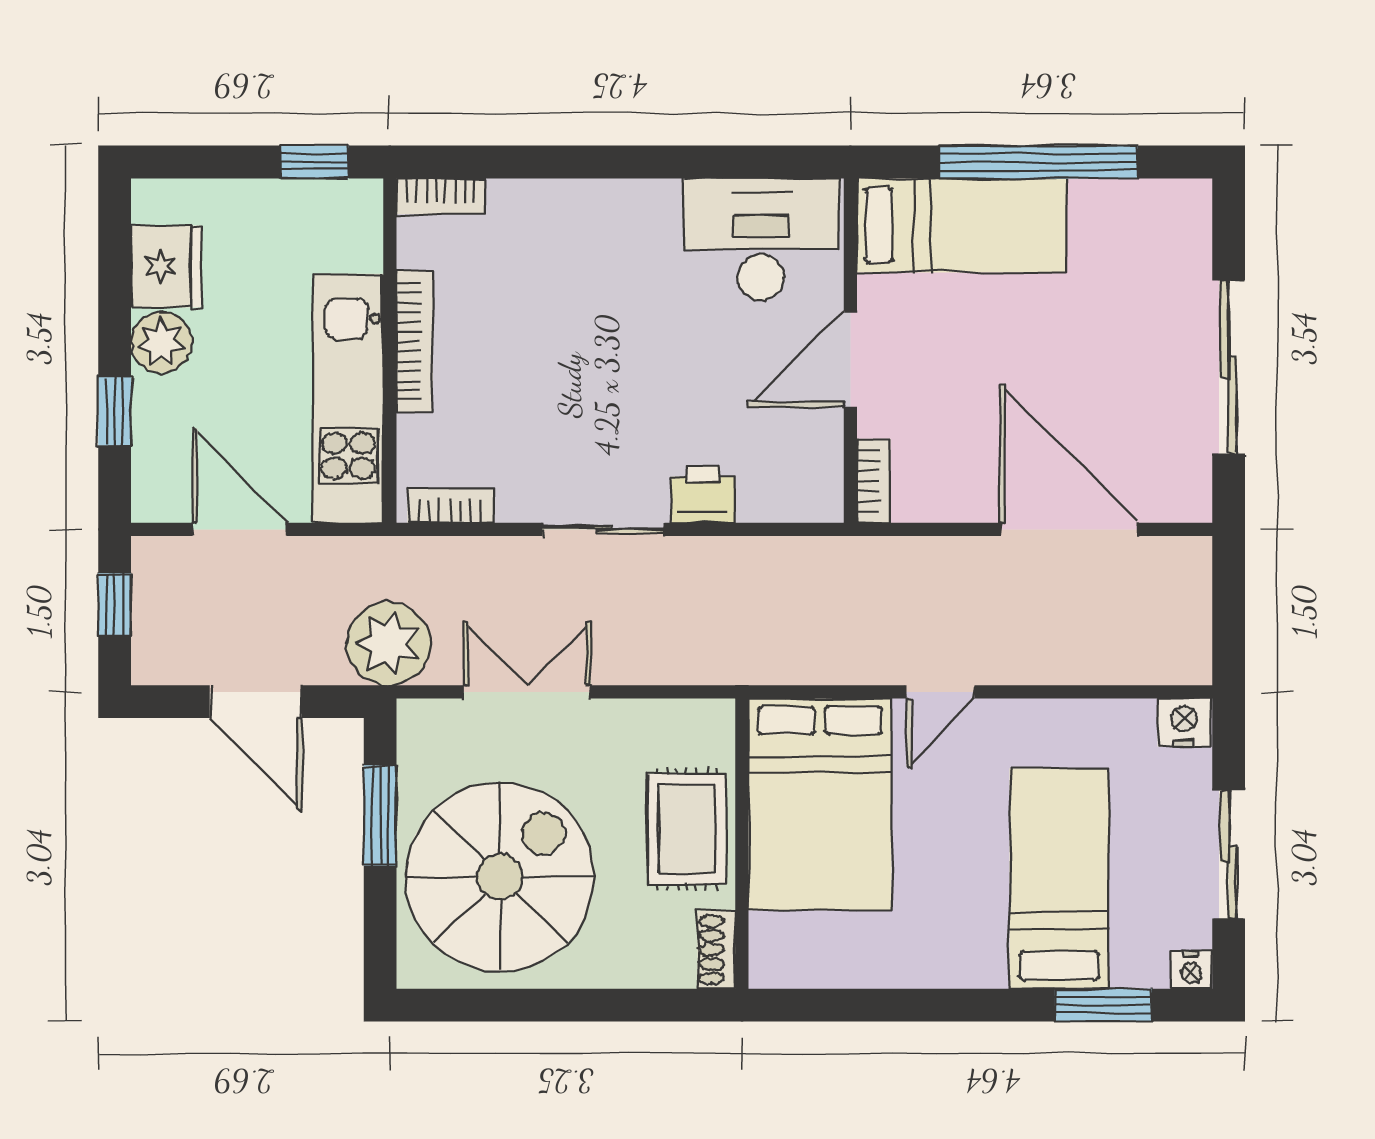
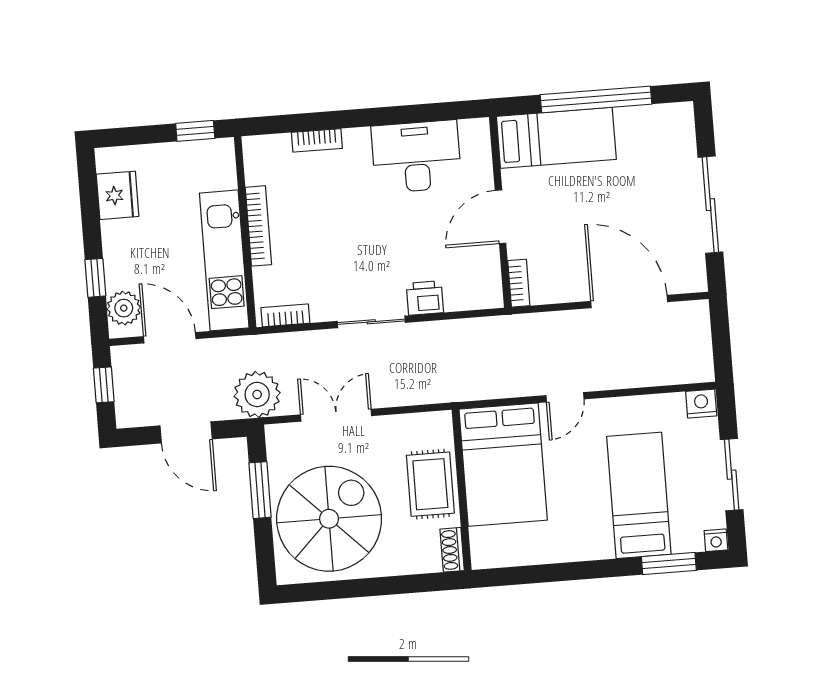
bookcase: (441, 196) -> (317, 140), moved
desk: (761, 239) -> (416, 157), moved
plant: (161, 342) -> (124, 308), moved

